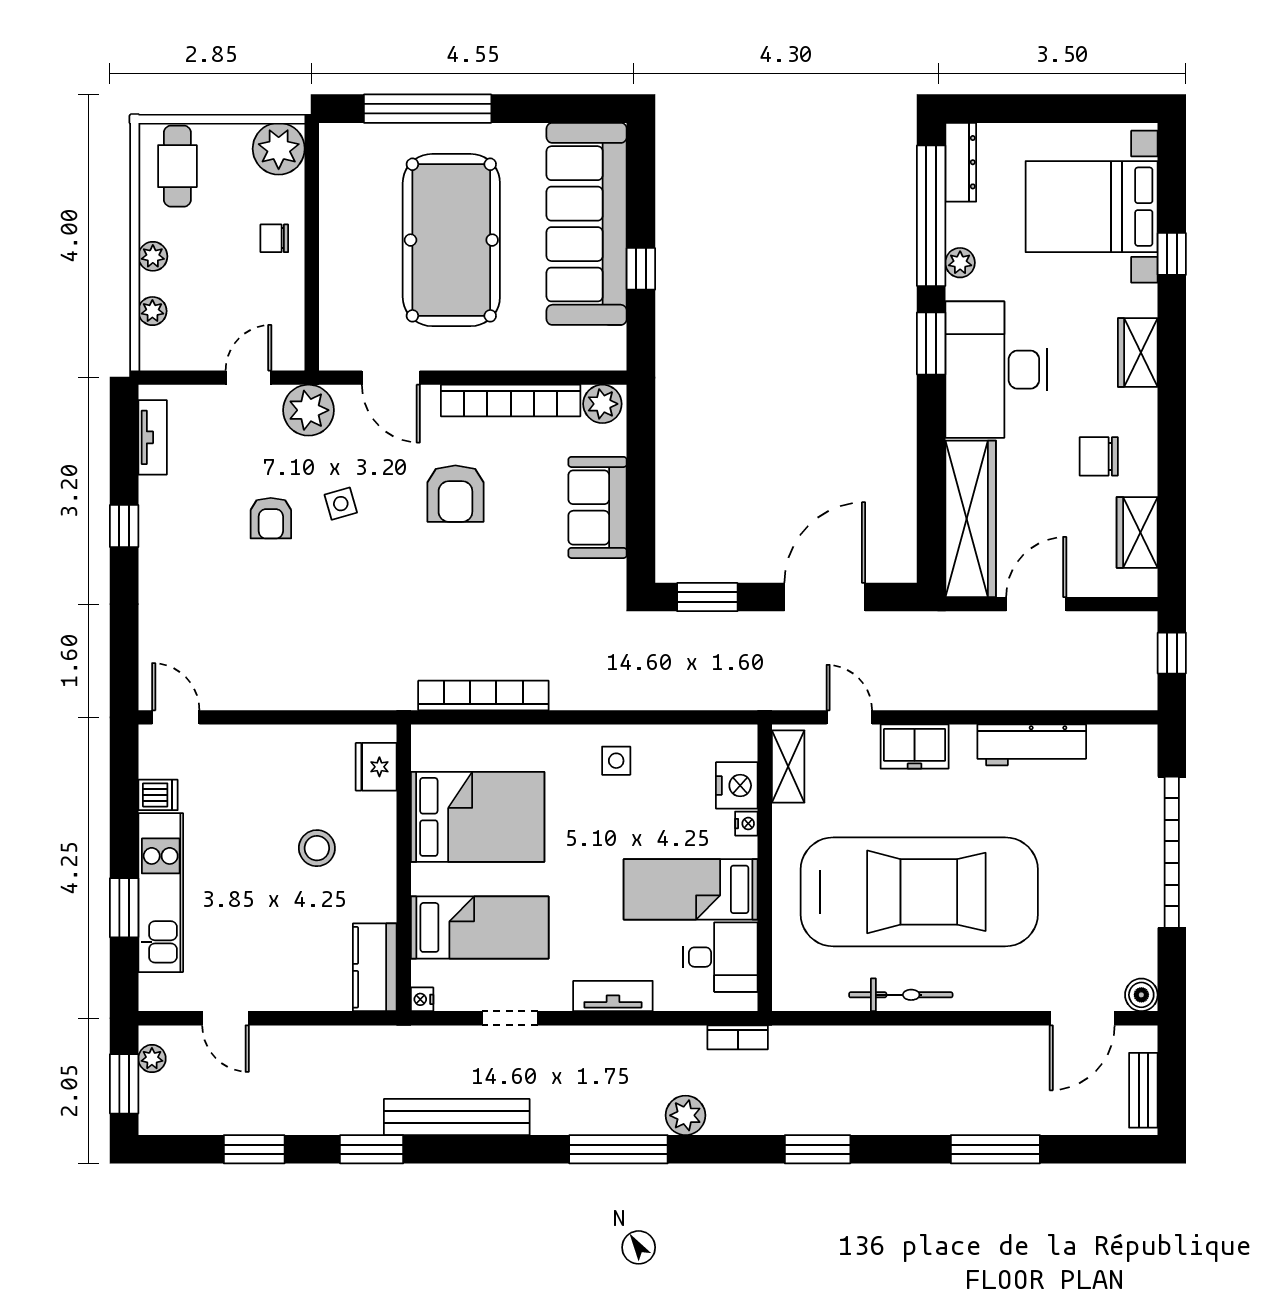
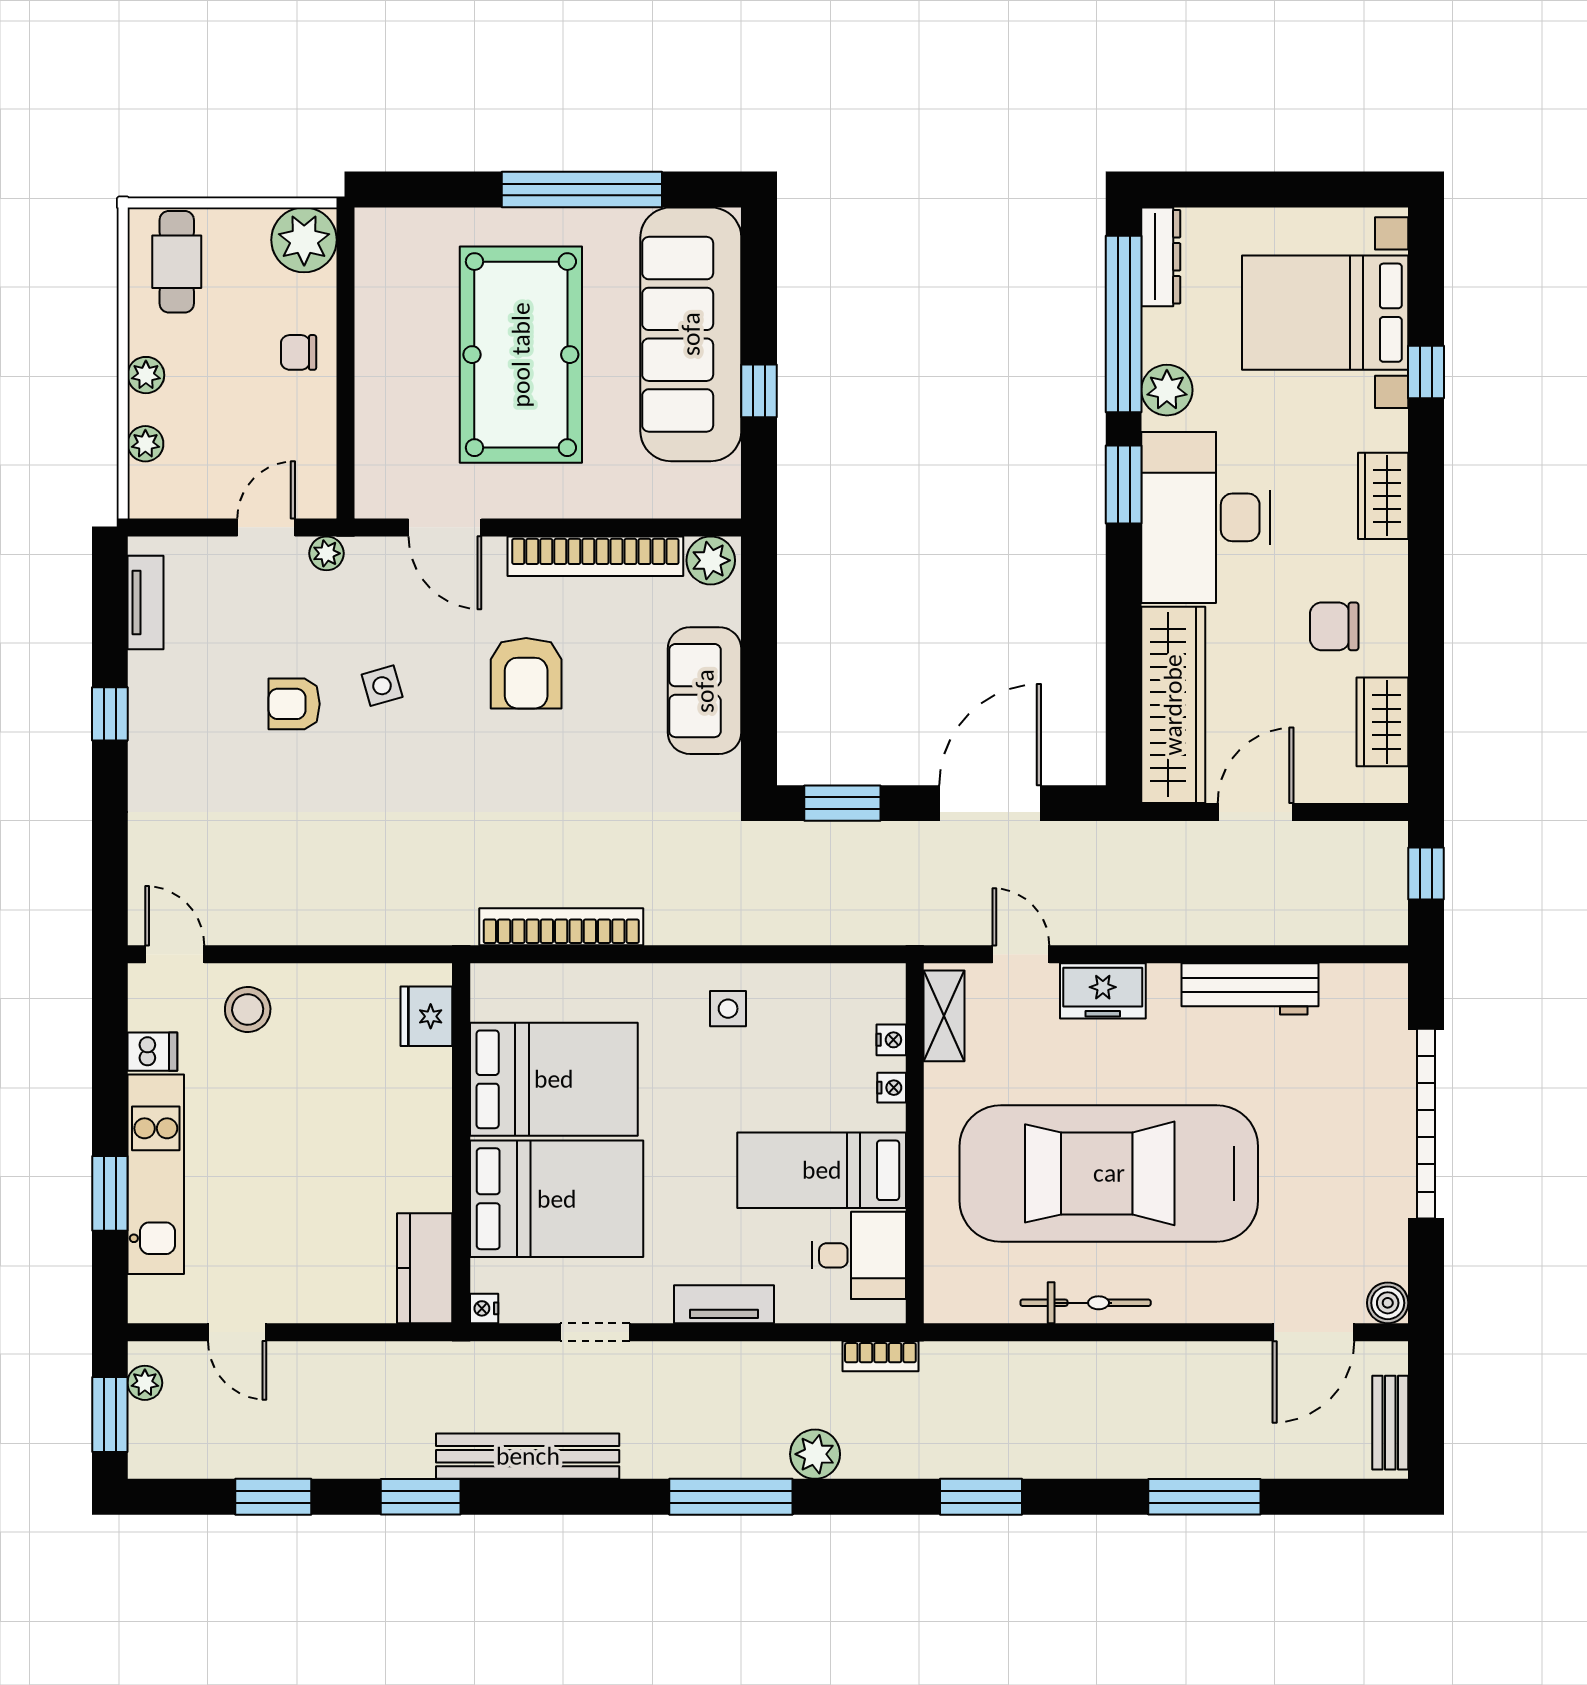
window: (428, 109) -> (582, 189), moved
plant: (960, 263) -> (1167, 390), width x1.38, depth x1.38
plant: (308, 410) -> (327, 553), width x0.53, depth x0.53
armchair: (271, 518) -> (294, 704), turned 90
nightstand: (737, 785) -> (891, 1040), width x0.53, depth x0.56
stool: (317, 848) -> (248, 1009), moved
car: (919, 892) -> (1109, 1173), turned 180
bed: (480, 927) -> (557, 1199), width x1.50

